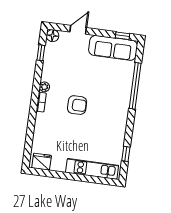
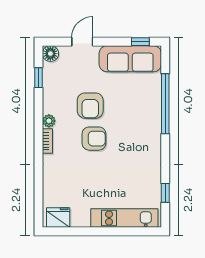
armchair: (78, 79) -> (90, 106), added

